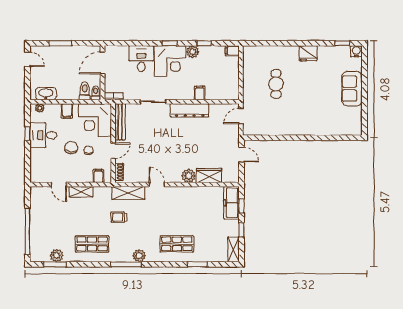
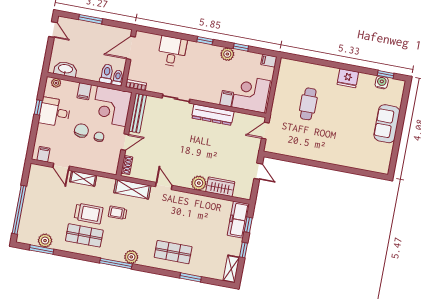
water cooler: (356, 51) -> (382, 82), moved
corner desk: (170, 61) -> (251, 94), moved, turned 180
filing cabinet: (98, 176) -> (43, 154), moved
trolley: (92, 223) -> (89, 213), added

